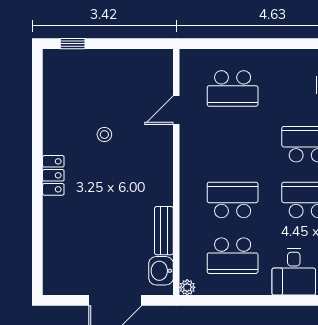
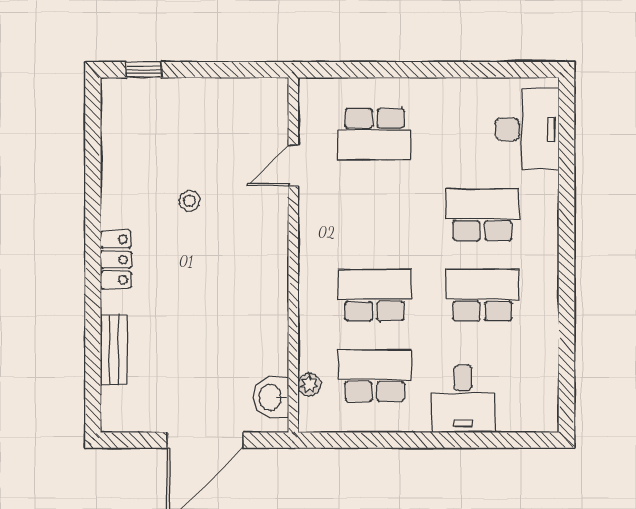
bench: (164, 231) -> (114, 350), moved
school desk: (233, 256) -> (375, 376), turned 180
plant: (187, 287) -> (309, 385), moved

